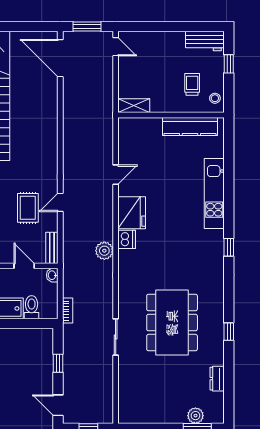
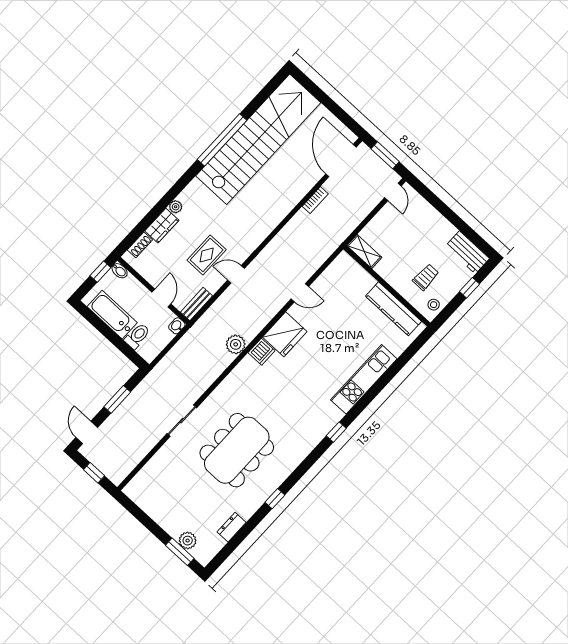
bookcase: (68, 311) -> (315, 200), moved
window: (58, 363) -> (117, 399), width x1.50

